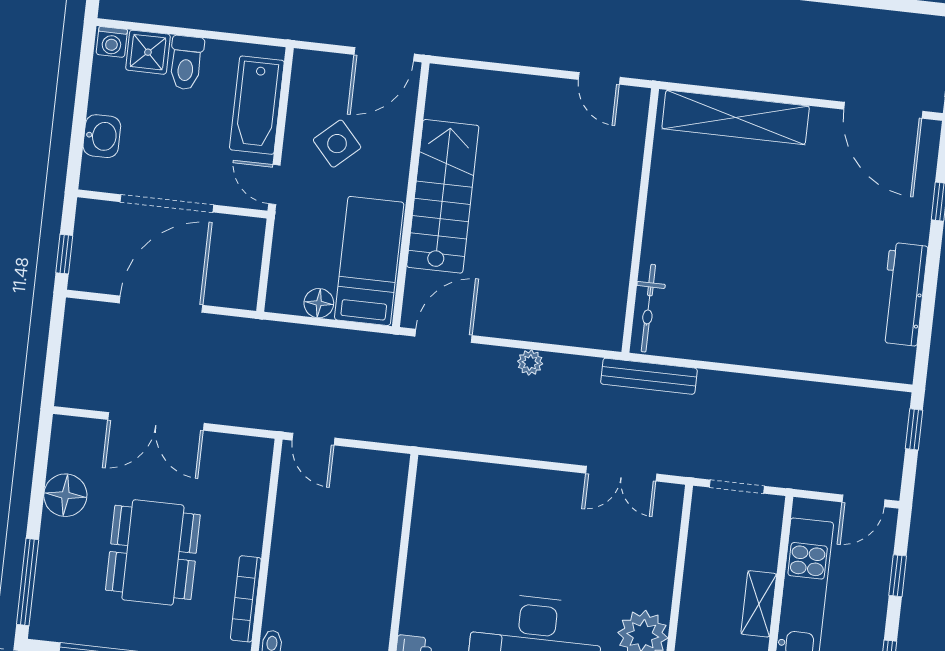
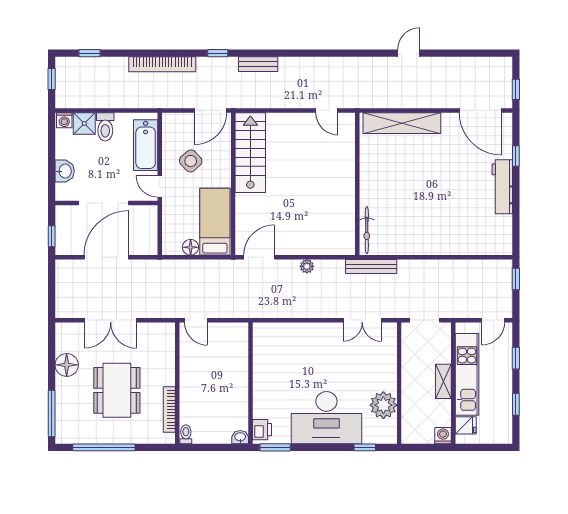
stairs: (443, 196) -> (250, 153), moved
workbench: (904, 294) -> (502, 187), moved

